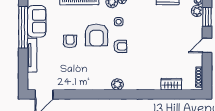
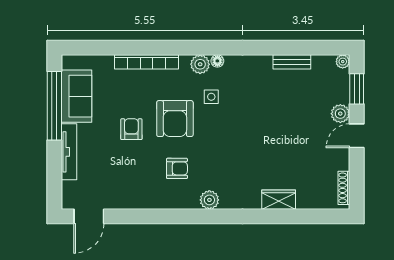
plant: (197, 11) -> (340, 114), moved
armchair: (120, 46) -> (177, 168), moved
wardrobe: (171, 84) -> (279, 200), moved

